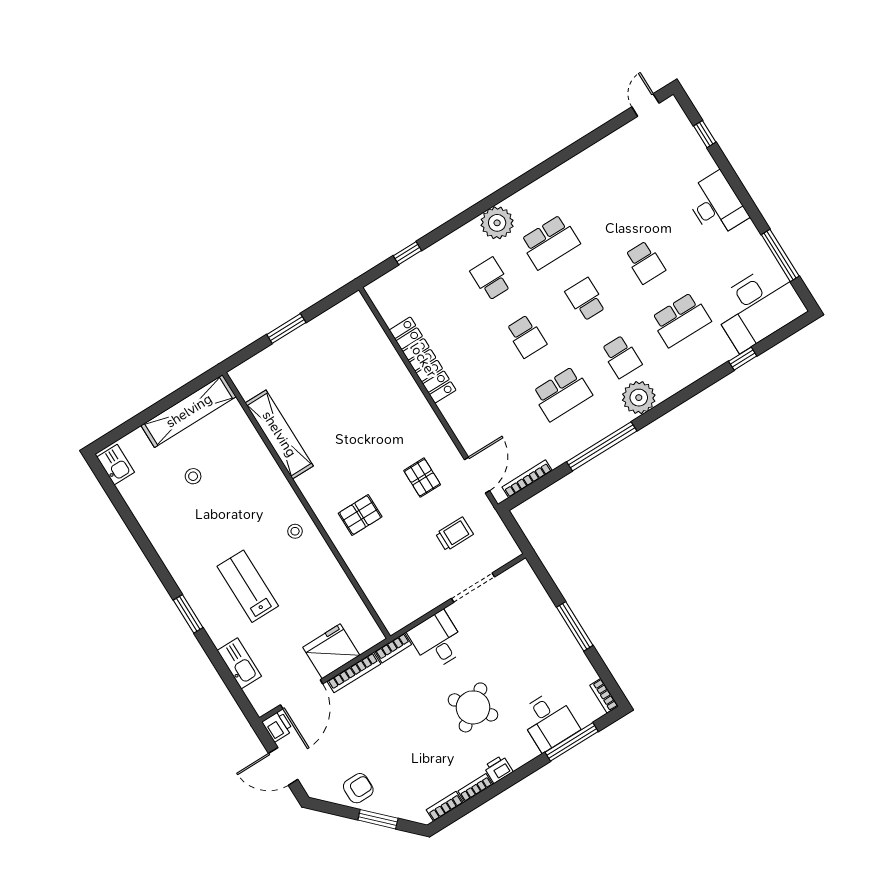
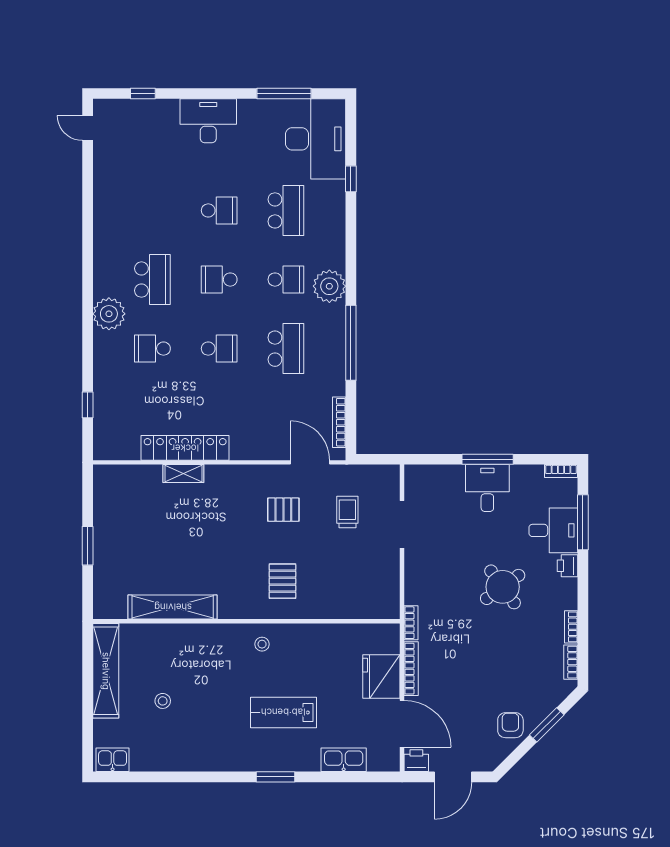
shelving: (400, 372) -> (183, 474), added
desk: (437, 640) -> (487, 488), moved, turned 90
printer: (498, 769) -> (568, 566), moved

